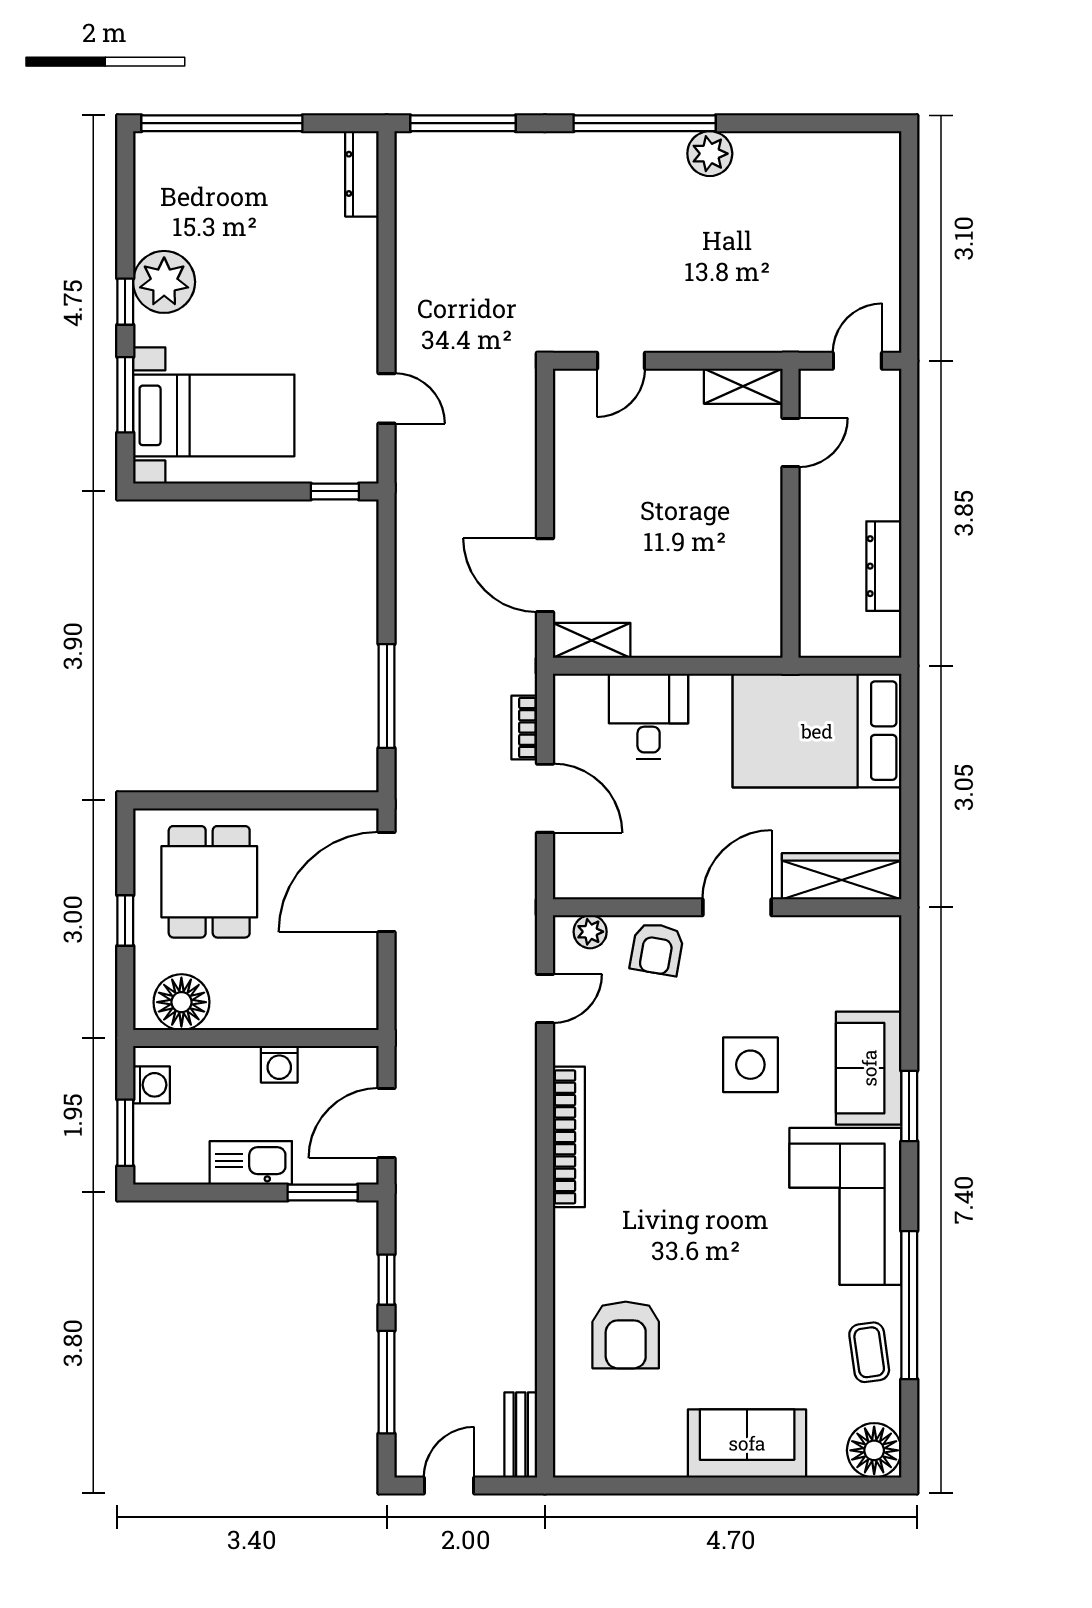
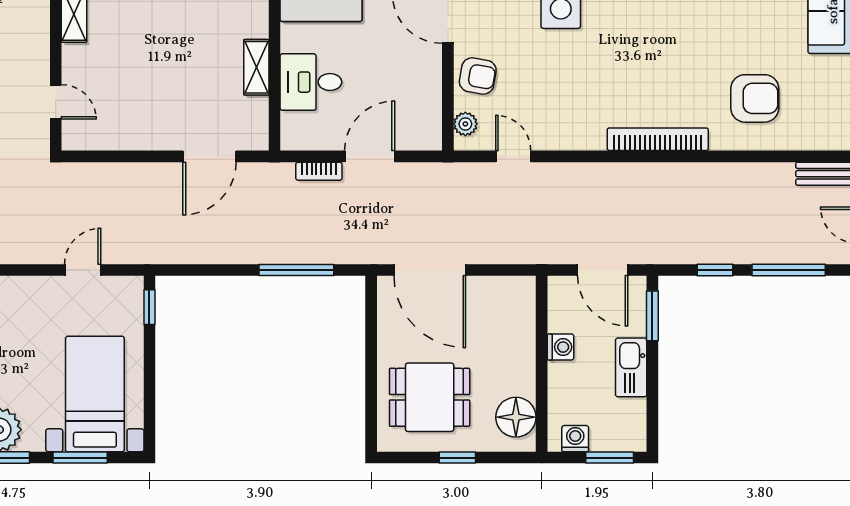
shelving: (592, 640) -> (256, 67), moved
bookcase: (569, 1137) -> (658, 139), moved

